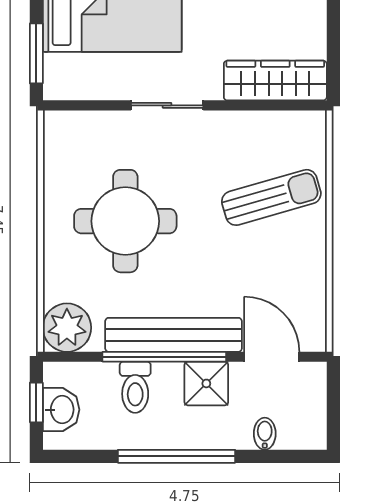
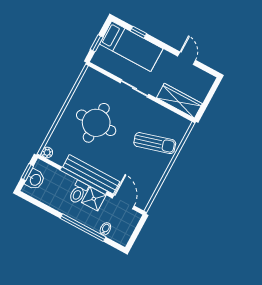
window: (36, 53) -> (97, 43), width x0.67
plant: (67, 328) -> (47, 152), width x0.53, depth x0.53
toilet: (135, 387) -> (78, 192), moved
window: (177, 456) -> (83, 228), moved

